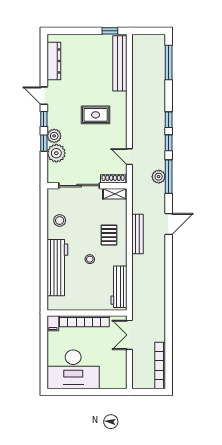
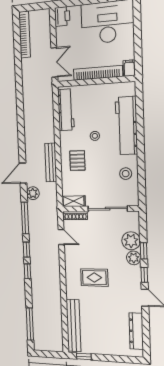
plant: (159, 177) -> (33, 193), moved
printer: (119, 380) -> (62, 16), added

